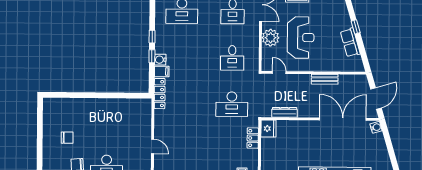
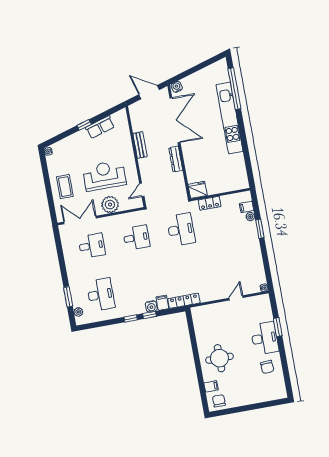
filing cabinet: (68, 104) -> (211, 386), added
dresser: (285, 112) -> (176, 159), moved
round table: (95, 118) -> (219, 358), added
double door: (343, 119) -> (175, 120), swing flipped
chair: (67, 138) -> (219, 401), moved

